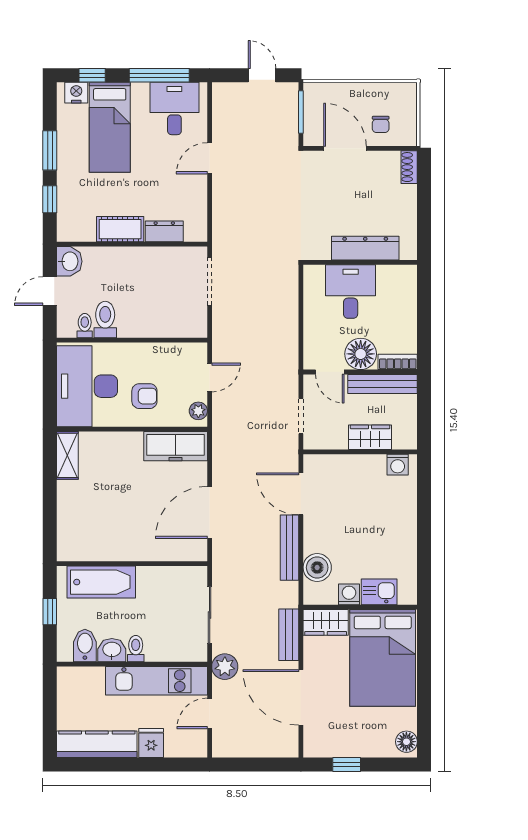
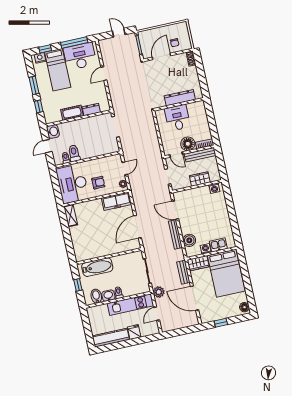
desk: (174, 108) -> (80, 56), width x1.37
door: (345, 148) -> (161, 56), hinge flipped

